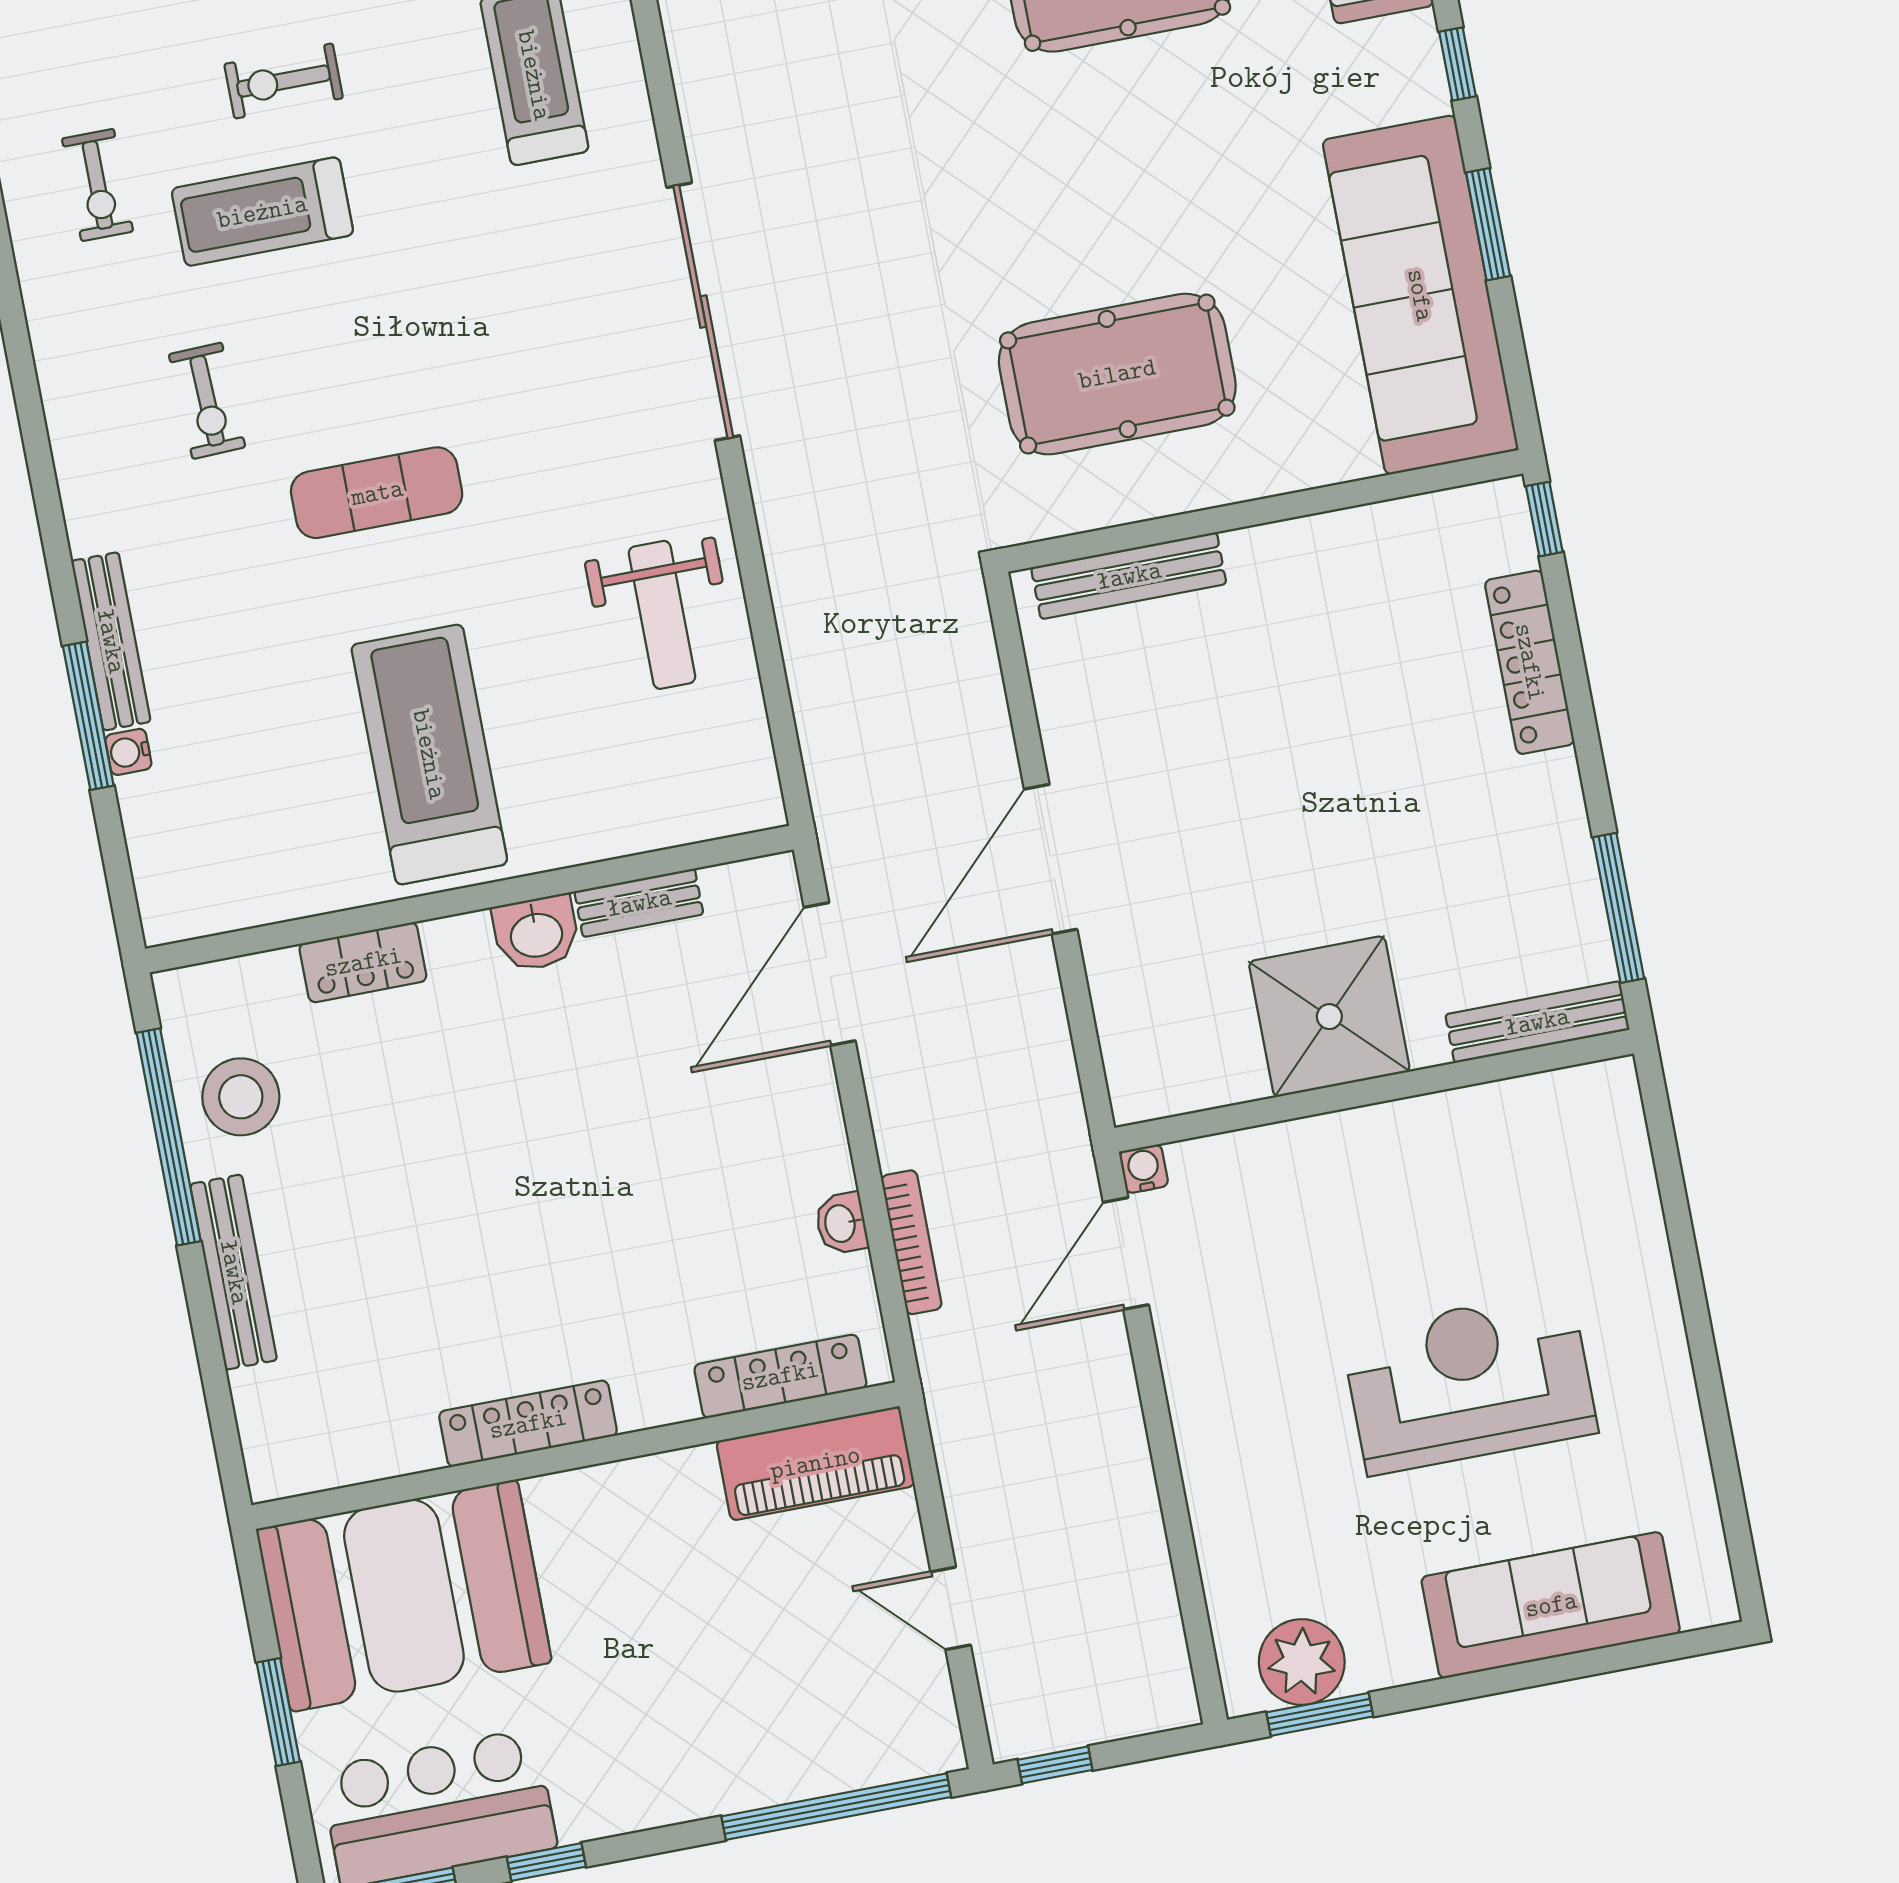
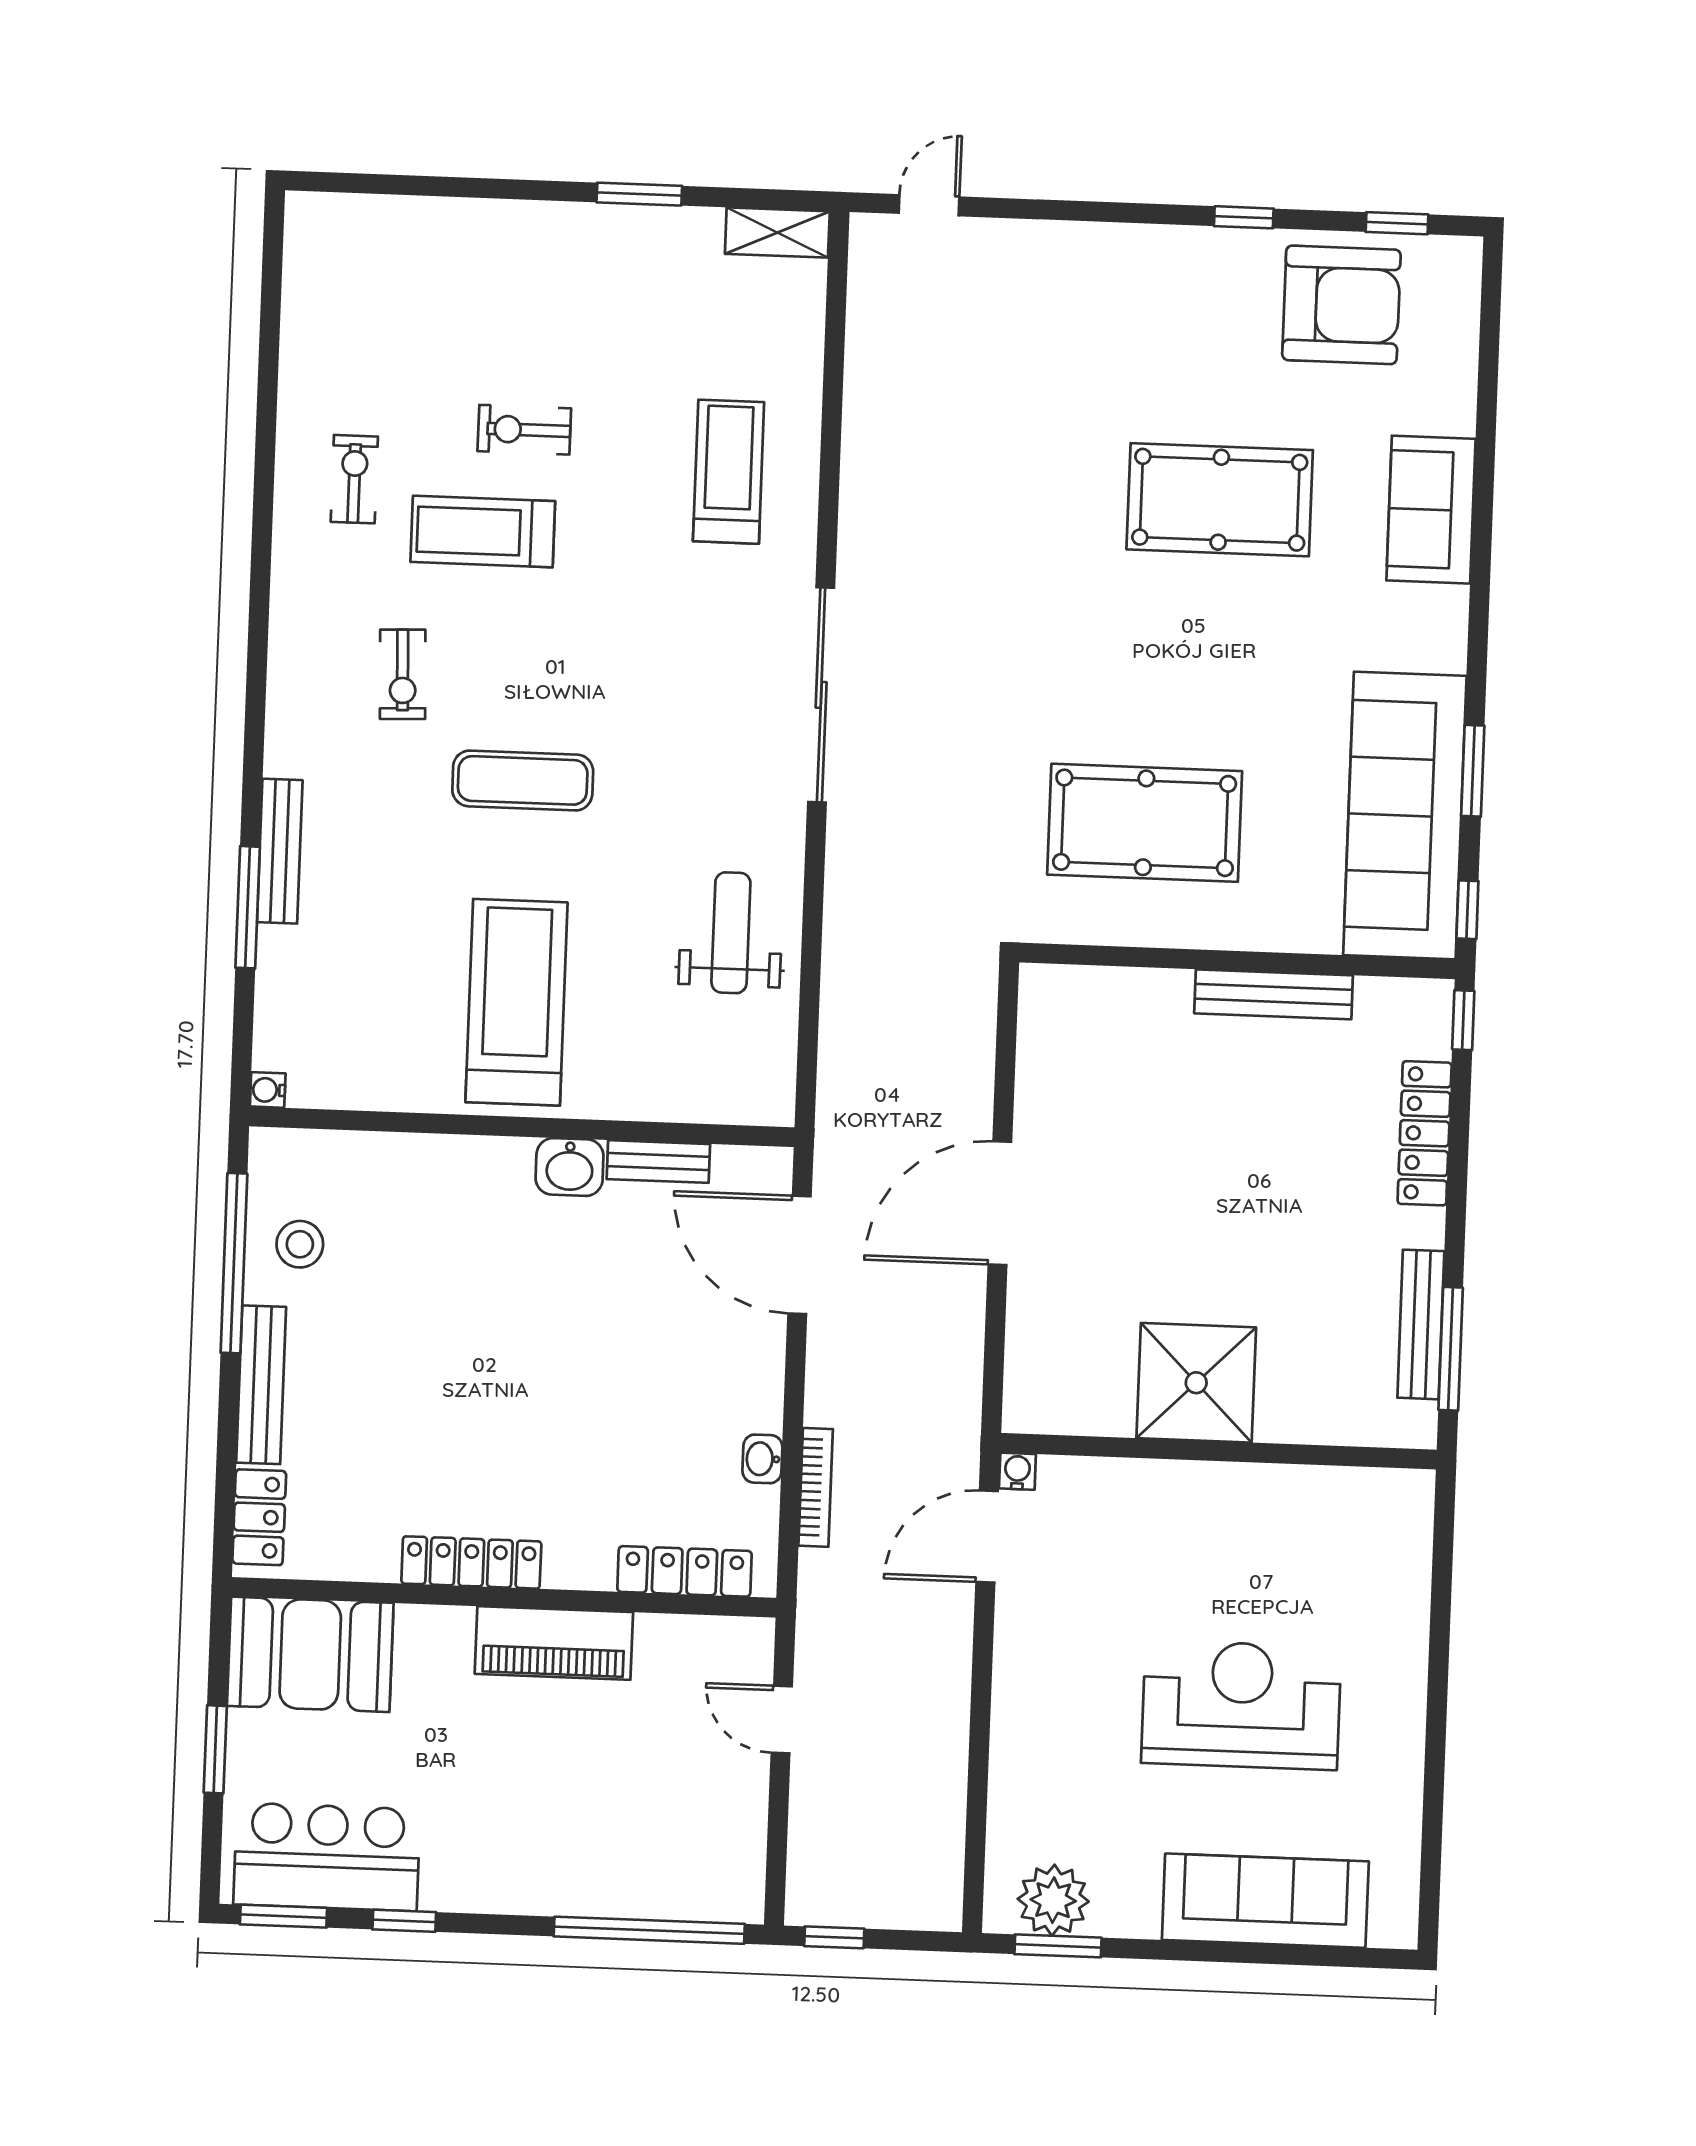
window: (1457, 64) -> (1467, 910), moved
exercise bike: (98, 185) -> (354, 479), turned 180
bench: (1129, 576) -> (1274, 994), moved
weight bench: (662, 615) -> (731, 933), turned 180
water cooler: (128, 752) -> (268, 1090), moved
locker: (363, 962) -> (259, 1517), moved, turned -90
door: (830, 974) -> (800, 1255), hinge flipped
bench: (1537, 1022) -> (1421, 1324), moved, turned 90
stool: (241, 1097) -> (300, 1244), width x0.73, depth x0.73
piano: (815, 1463) -> (554, 1643), moved
booth: (404, 1596) -> (310, 1654), width x0.73, depth x0.70
door: (951, 1608) -> (782, 1720), moved

